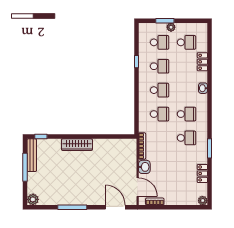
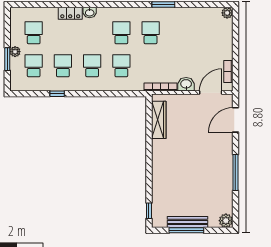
locker: (202, 62) -> (70, 13), moved
wardrobe: (77, 145) -> (159, 120), moved
bench: (32, 155) -> (187, 222), moved
locker: (202, 173) -> (194, 13), removed

